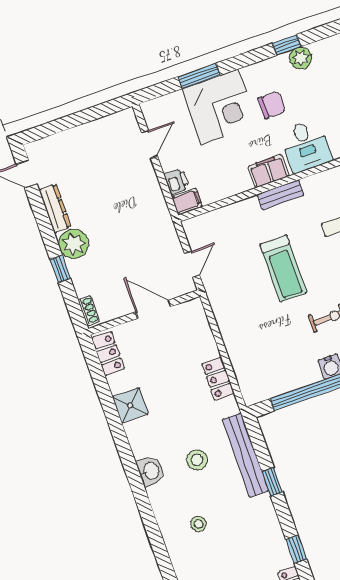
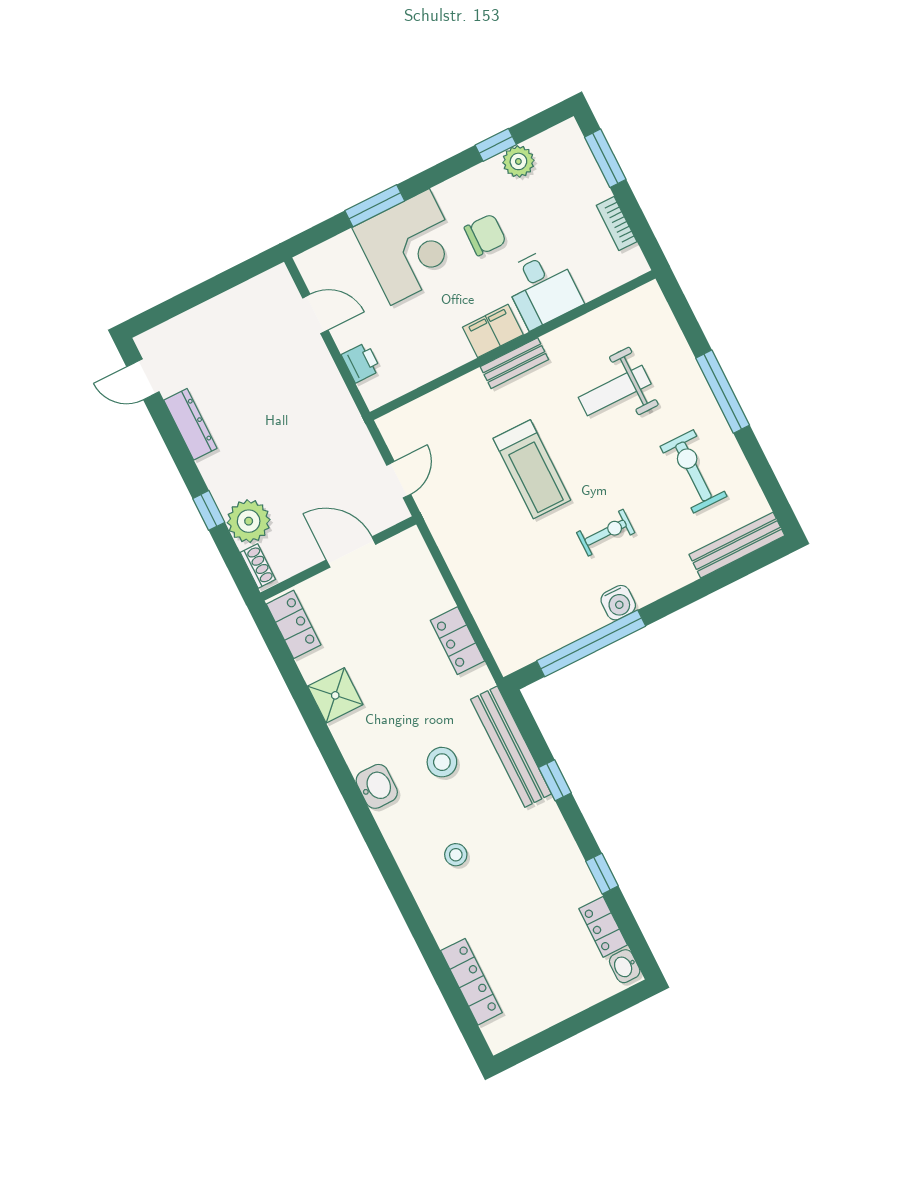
door: (149, 144) -> (315, 314), hinge flipped
filing cabinet: (187, 201) -> (380, 390), removed
plant: (74, 244) -> (249, 521), moved

